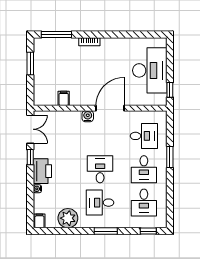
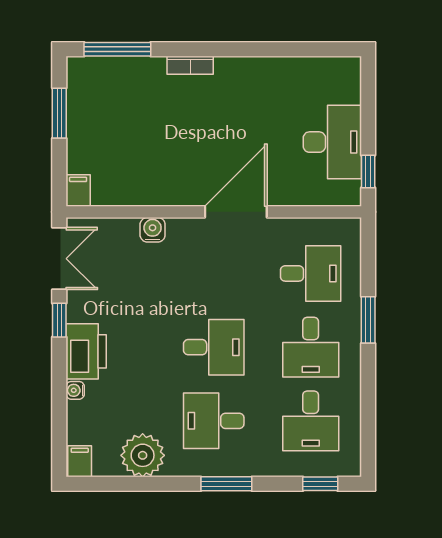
desk: (150, 70) -> (332, 142), width x0.73, depth x0.77
filing cabinet: (64, 98) -> (78, 191), moved
water cooler: (88, 116) -> (153, 230), moved
desk: (100, 169) -> (214, 347), turned 90

